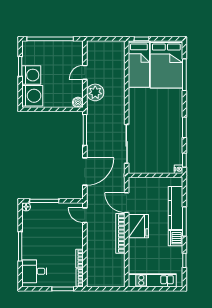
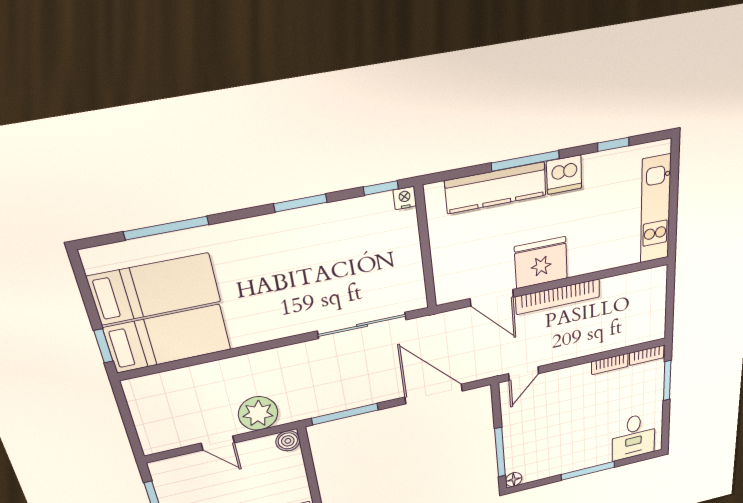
bed: (166, 64) -> (155, 289), width x0.67
door: (127, 203) -> (492, 298), hinge flipped

